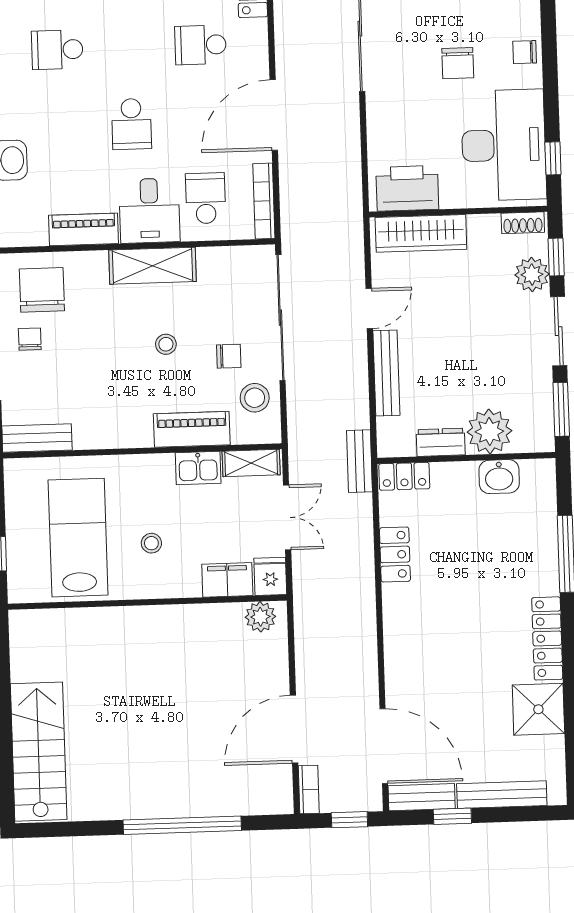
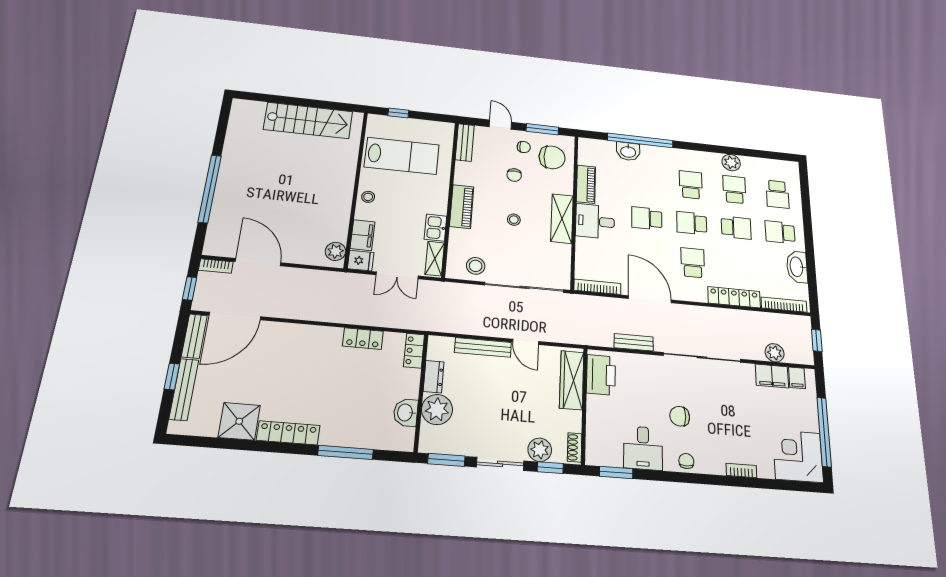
desk: (504, 145) -> (643, 448), width x0.53, depth x0.77
window: (553, 158) -> (616, 473), width x1.50
school desk: (206, 198) -> (692, 223), moved, turned 180
chair: (229, 356) -> (514, 175), moved
piano: (192, 429) -> (462, 207), moved
bench: (359, 461) -> (634, 342), moved
stool: (151, 543) -> (368, 197), moved
stairs: (39, 752) -> (308, 121), moved
window: (452, 816) -> (172, 377), moved

